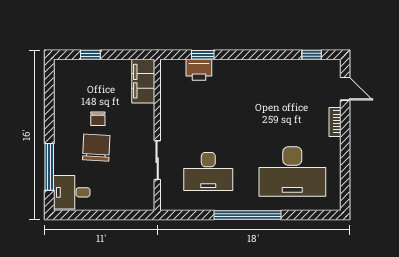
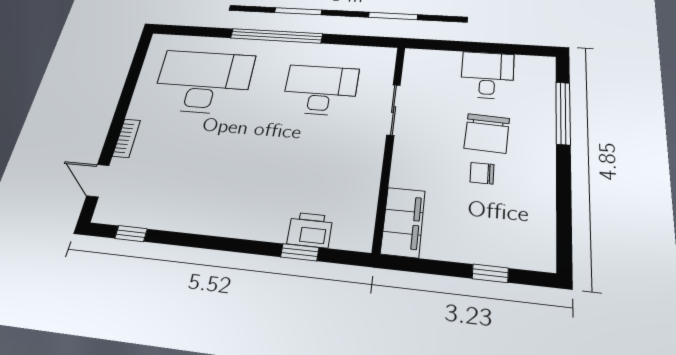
chair: (98, 119) -> (482, 173), turned -90
desk: (72, 192) -> (487, 75), moved, turned -90

